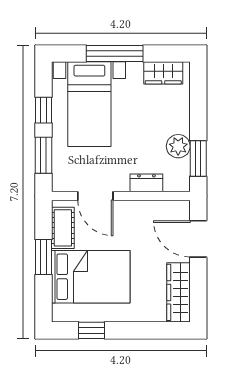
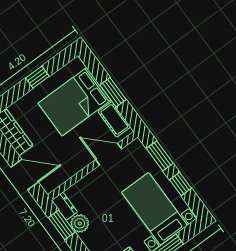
dresser: (146, 183) -> (64, 206), moved, turned -90
window: (92, 330) -> (37, 77), moved

